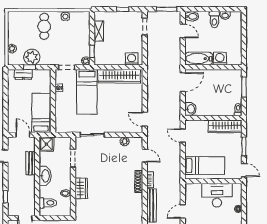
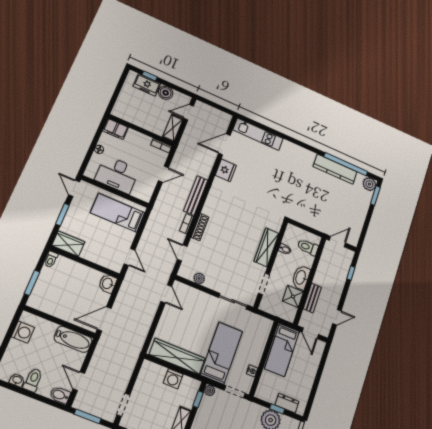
washing machine: (132, 59) -> (173, 379), moved
washing machine: (220, 59) -> (23, 332), moved, turned -90
wardrobe: (225, 126) -> (68, 244), width x0.67
shower: (46, 144) -> (293, 296), moved
wardrobe: (81, 188) -> (266, 247), width x1.50

